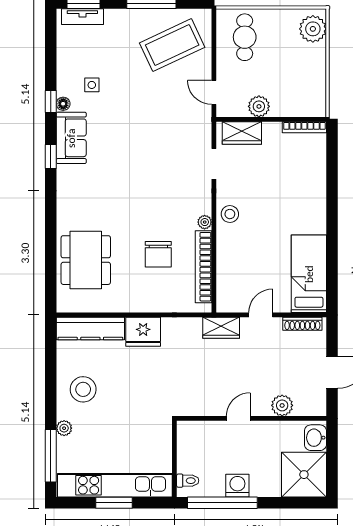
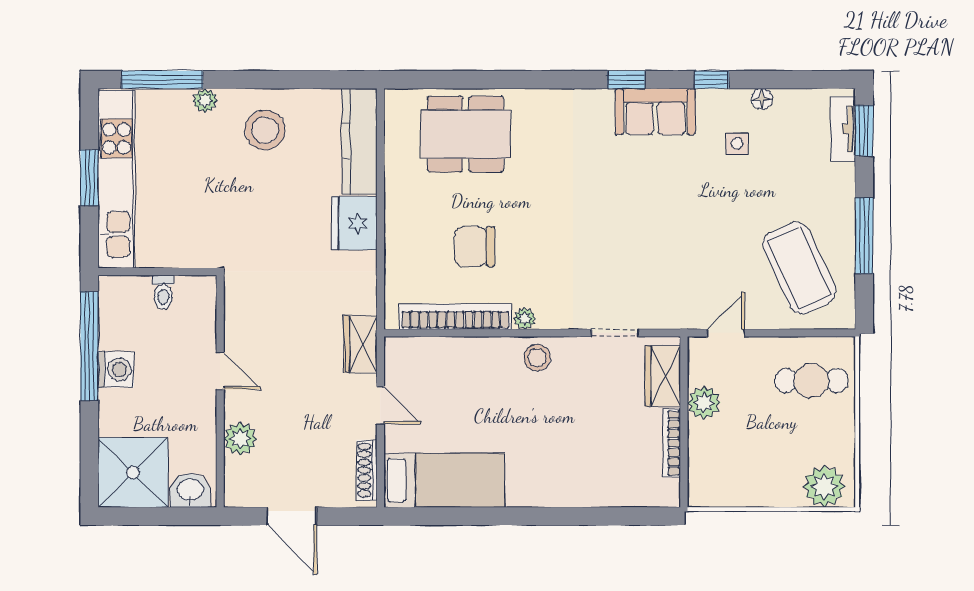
floor lamp: (63, 104) -> (762, 99), moved
bookcase: (304, 127) -> (672, 443), moved
toilet: (188, 481) -> (163, 292), moved

